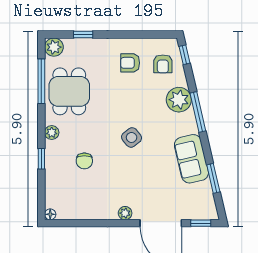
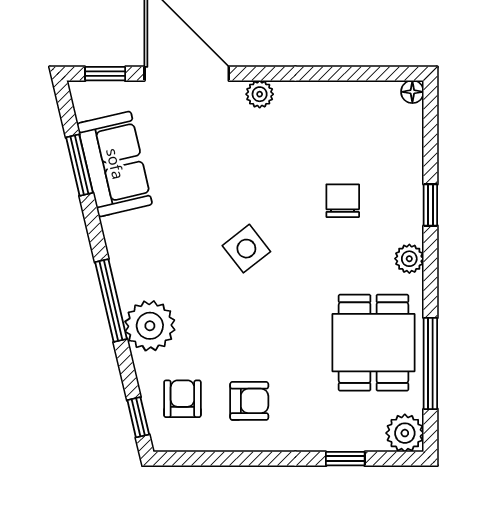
sofa: (191, 159) -> (115, 164), moved

